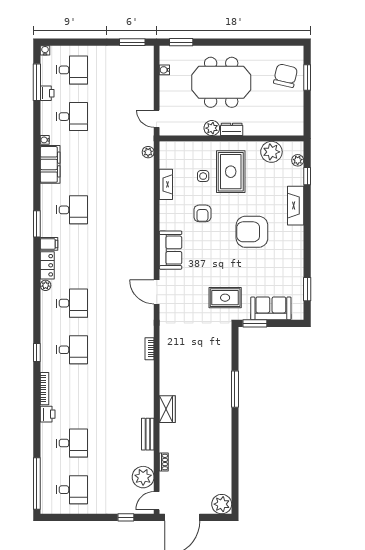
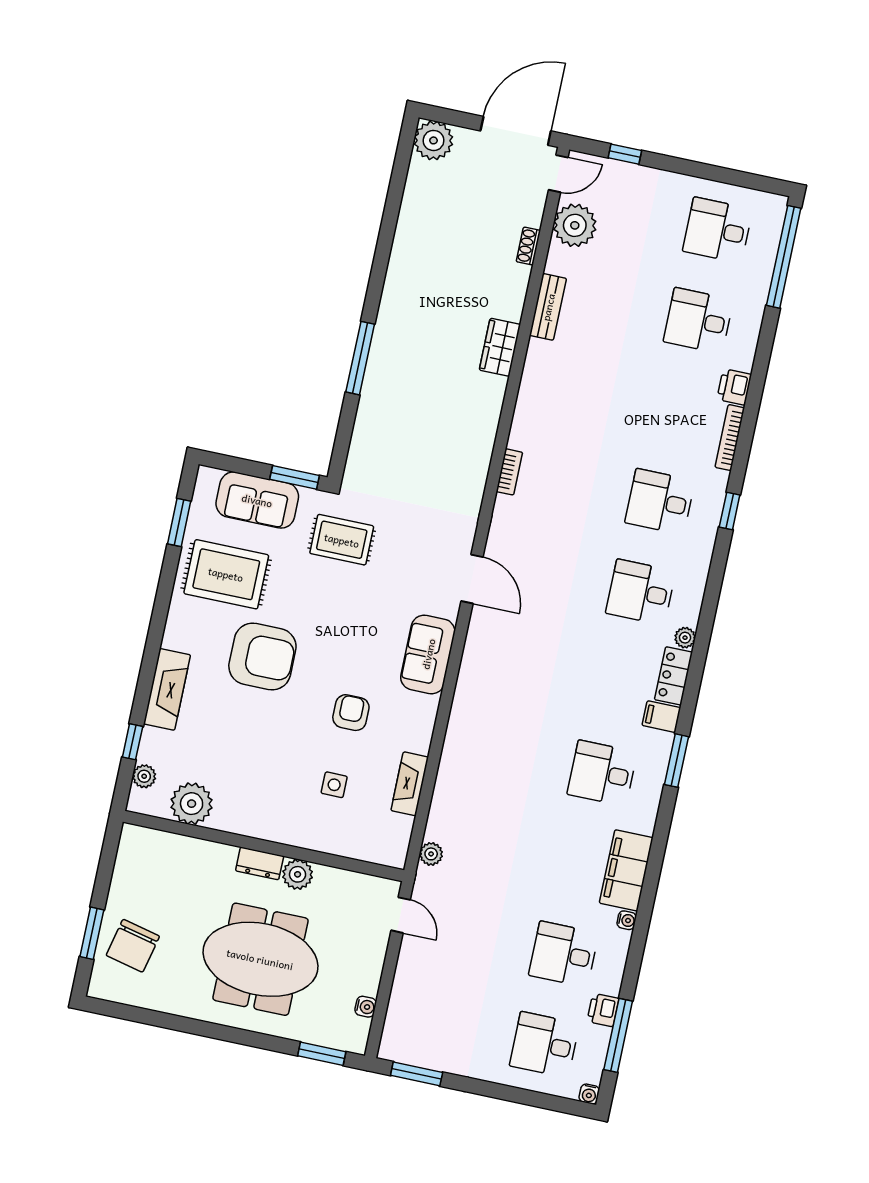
rug: (231, 172) -> (226, 574), moved, turned 90

